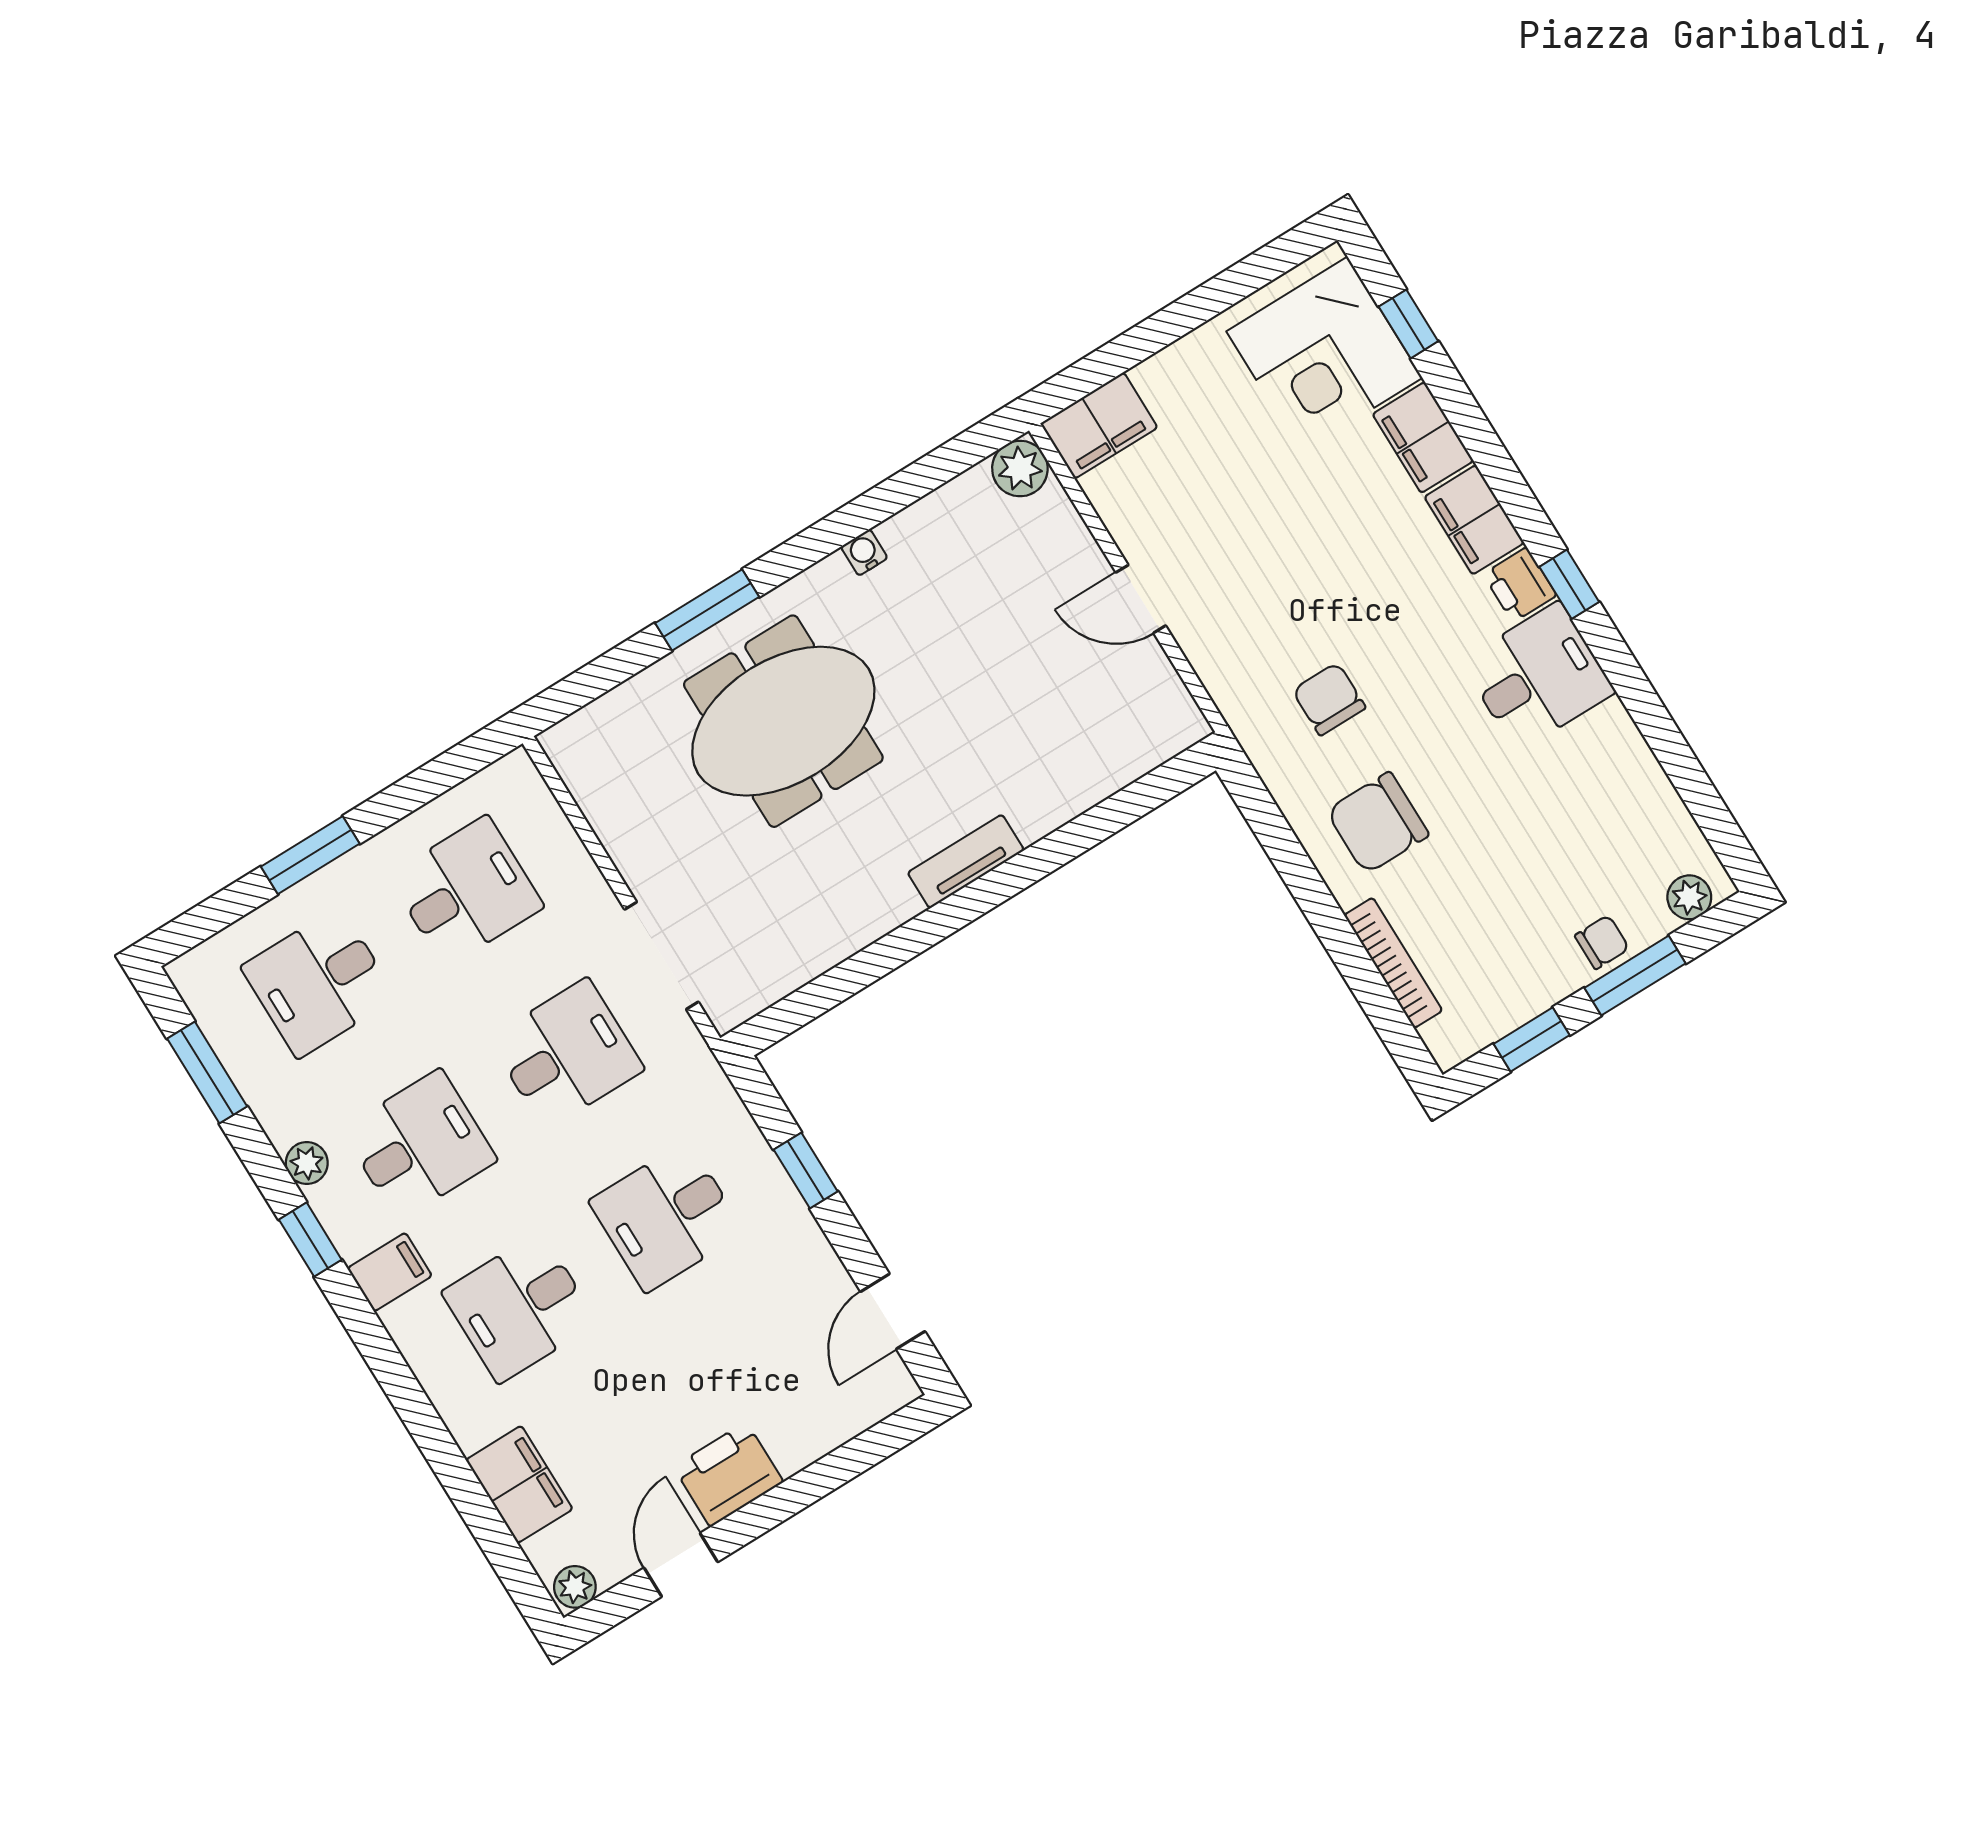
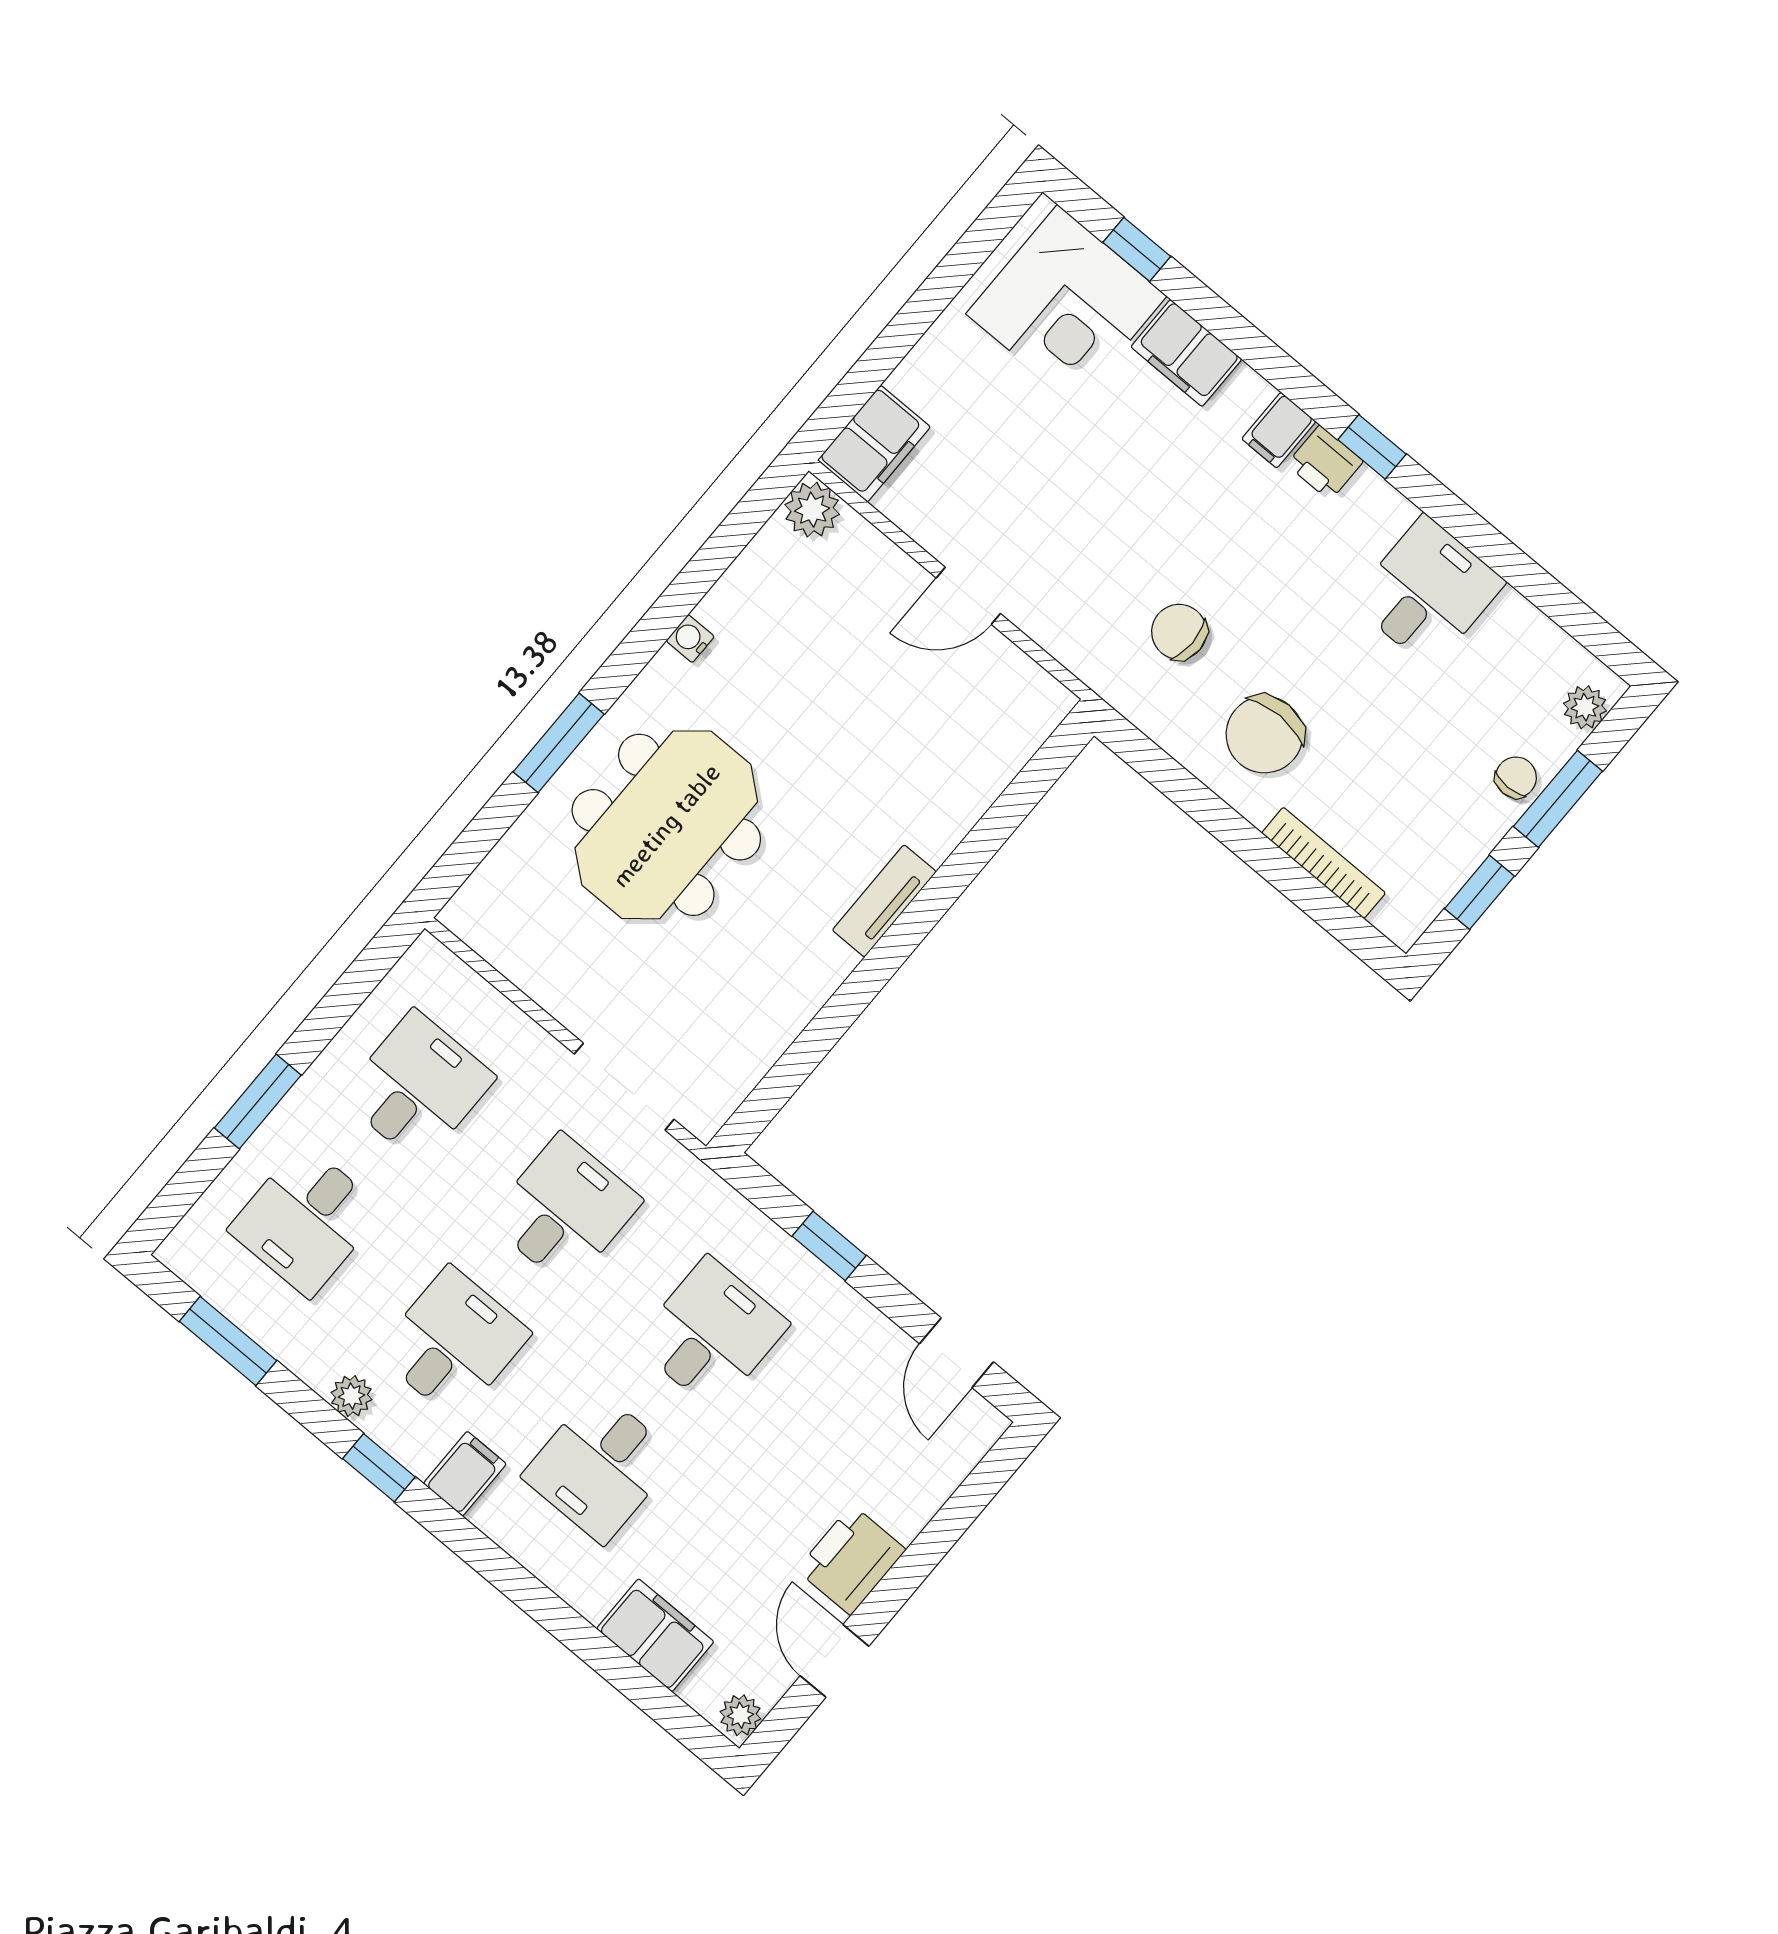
filing cabinet: (1474, 520) -> (1279, 430), width x0.50
desk: (1538, 677) -> (1428, 592), moved
desk: (667, 1217) -> (711, 1334), turned 180

